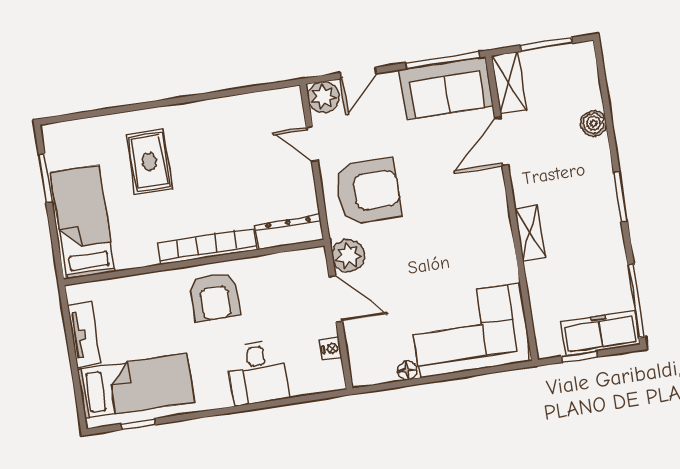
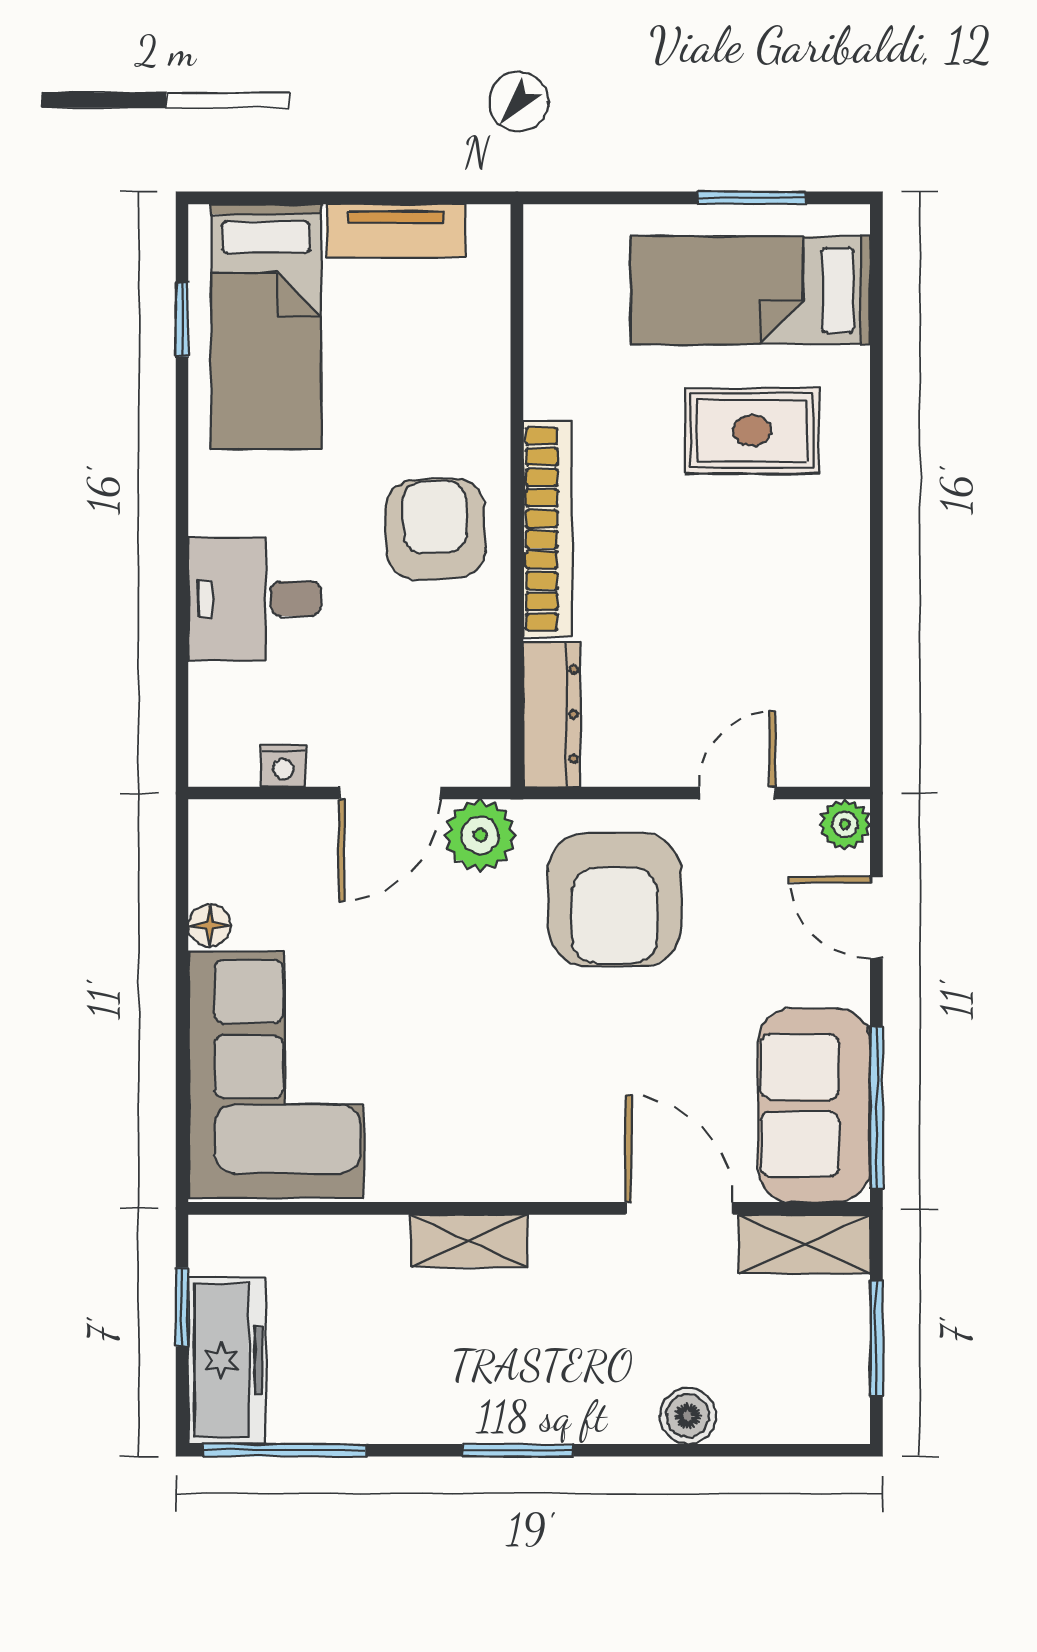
plant: (323, 97) -> (845, 824), width x0.73, depth x0.73
bed: (83, 222) -> (750, 290), moved, turned 180
armchair: (215, 297) -> (435, 529), turned 88

